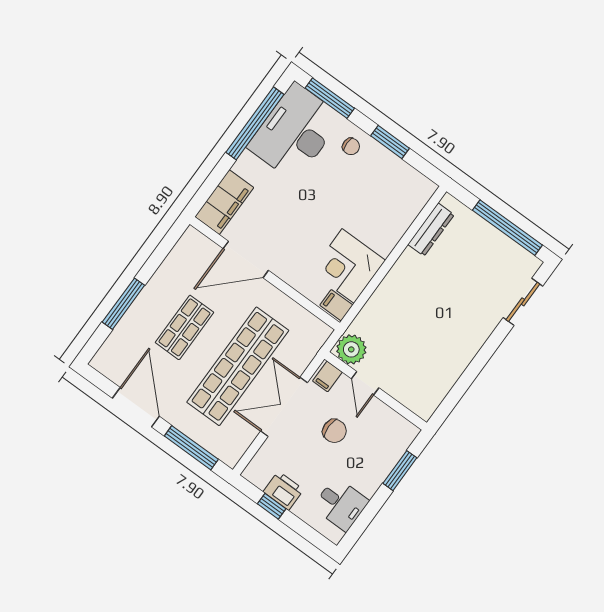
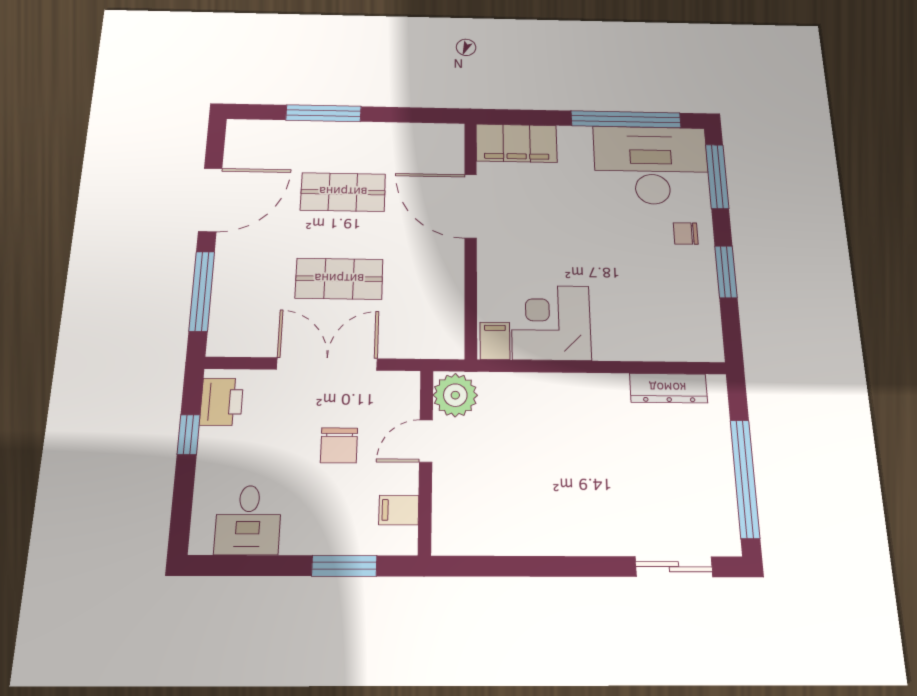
chair: (351, 146) -> (686, 233), turned 90
shop shelf: (238, 366) -> (339, 279), width x0.50, depth x0.74
filing cabinet: (327, 376) -> (399, 510), moved
printer: (283, 491) -> (222, 402), moved

